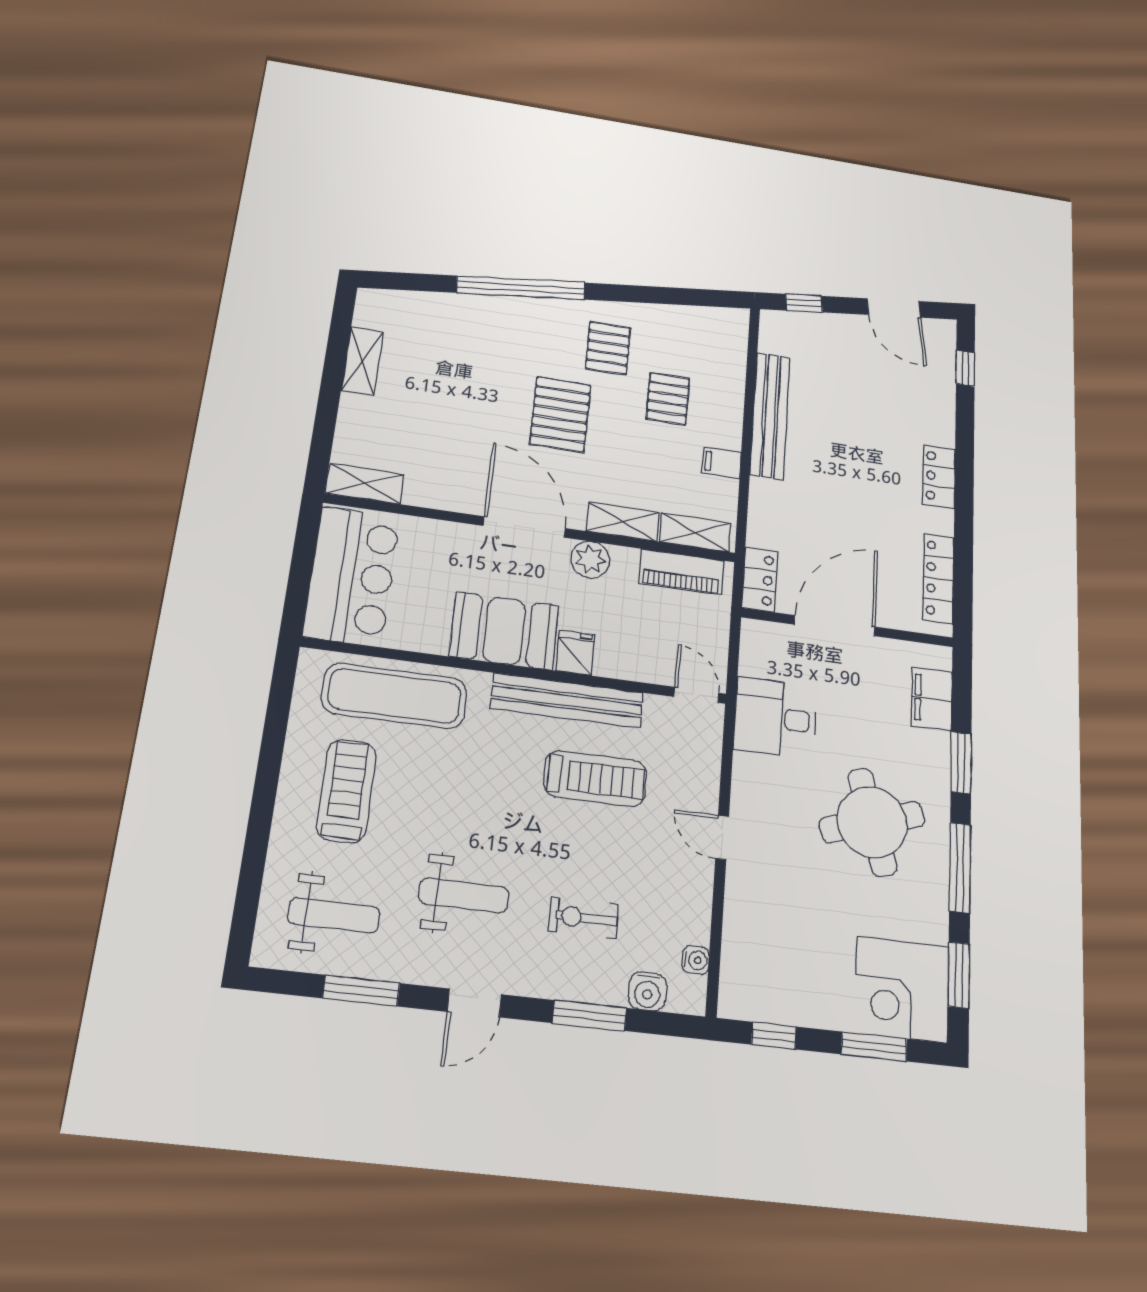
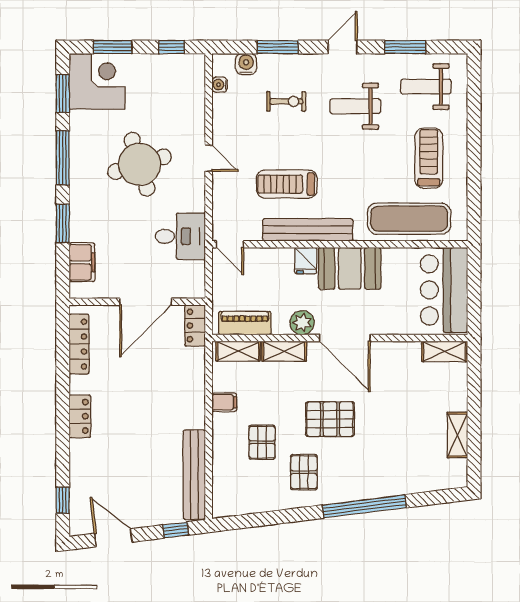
pallet: (560, 414) -> (330, 419), turned 90
bench: (770, 416) -> (194, 475), moved
treadmill: (347, 791) -> (429, 158), turned 180
round table: (872, 822) -> (140, 164), moved

